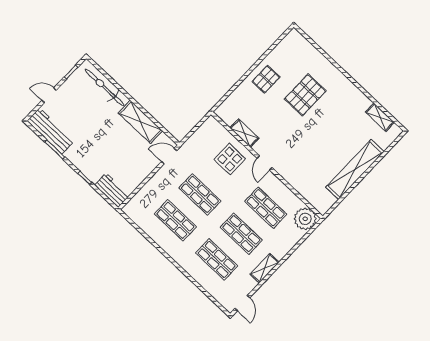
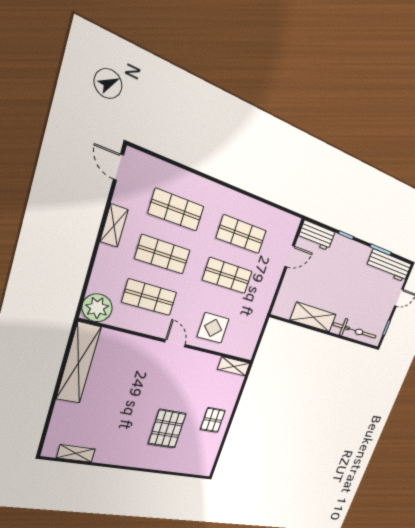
shelving: (244, 133) -> (234, 366), moved
door: (169, 156) -> (290, 256), moved
shelving: (355, 169) -> (78, 363), moved

